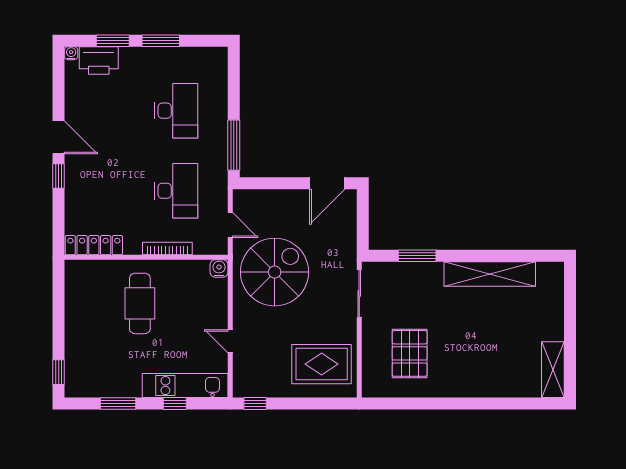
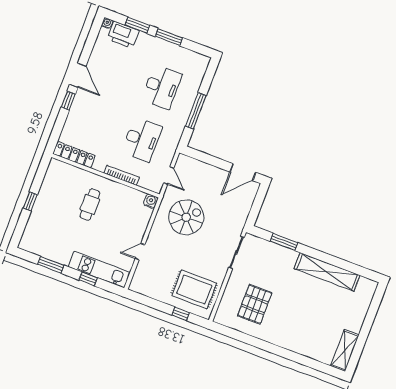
window: (234, 145) -> (196, 111), moved
spiral stairs: (275, 272) -> (186, 217), width x0.73, depth x0.73
cafe table: (140, 303) -> (90, 204), width x0.73, depth x0.74
door: (230, 341) -> (140, 252), hinge flipped
window: (59, 372) -> (30, 201), moved
window: (255, 403) -> (181, 314), moved

